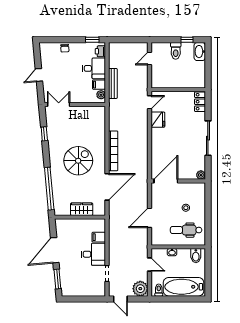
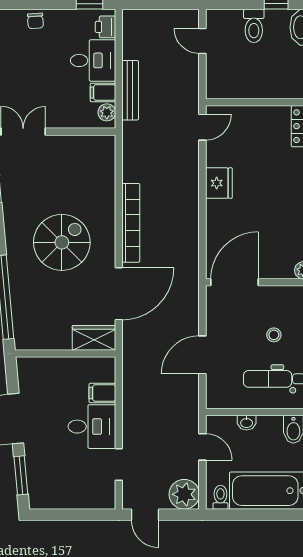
door: (150, 58) -> (202, 41), hinge flipped
fridge: (158, 120) -> (219, 183), moved
wardrobe: (82, 209) -> (94, 338), moved

